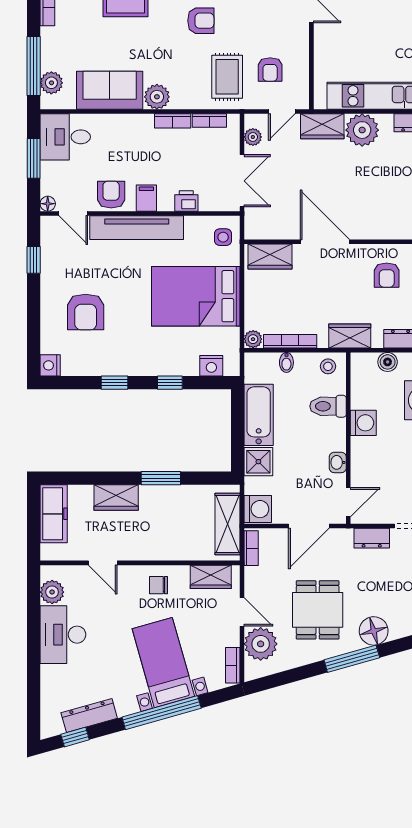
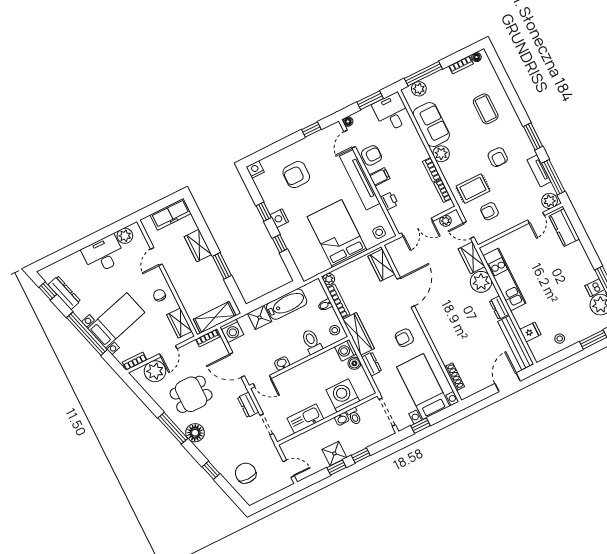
wardrobe: (350, 336) -> (359, 334), width x1.50
nightstand: (211, 366) -> (279, 218), moved
washing machine: (363, 423) -> (346, 350), moved, turned 90

